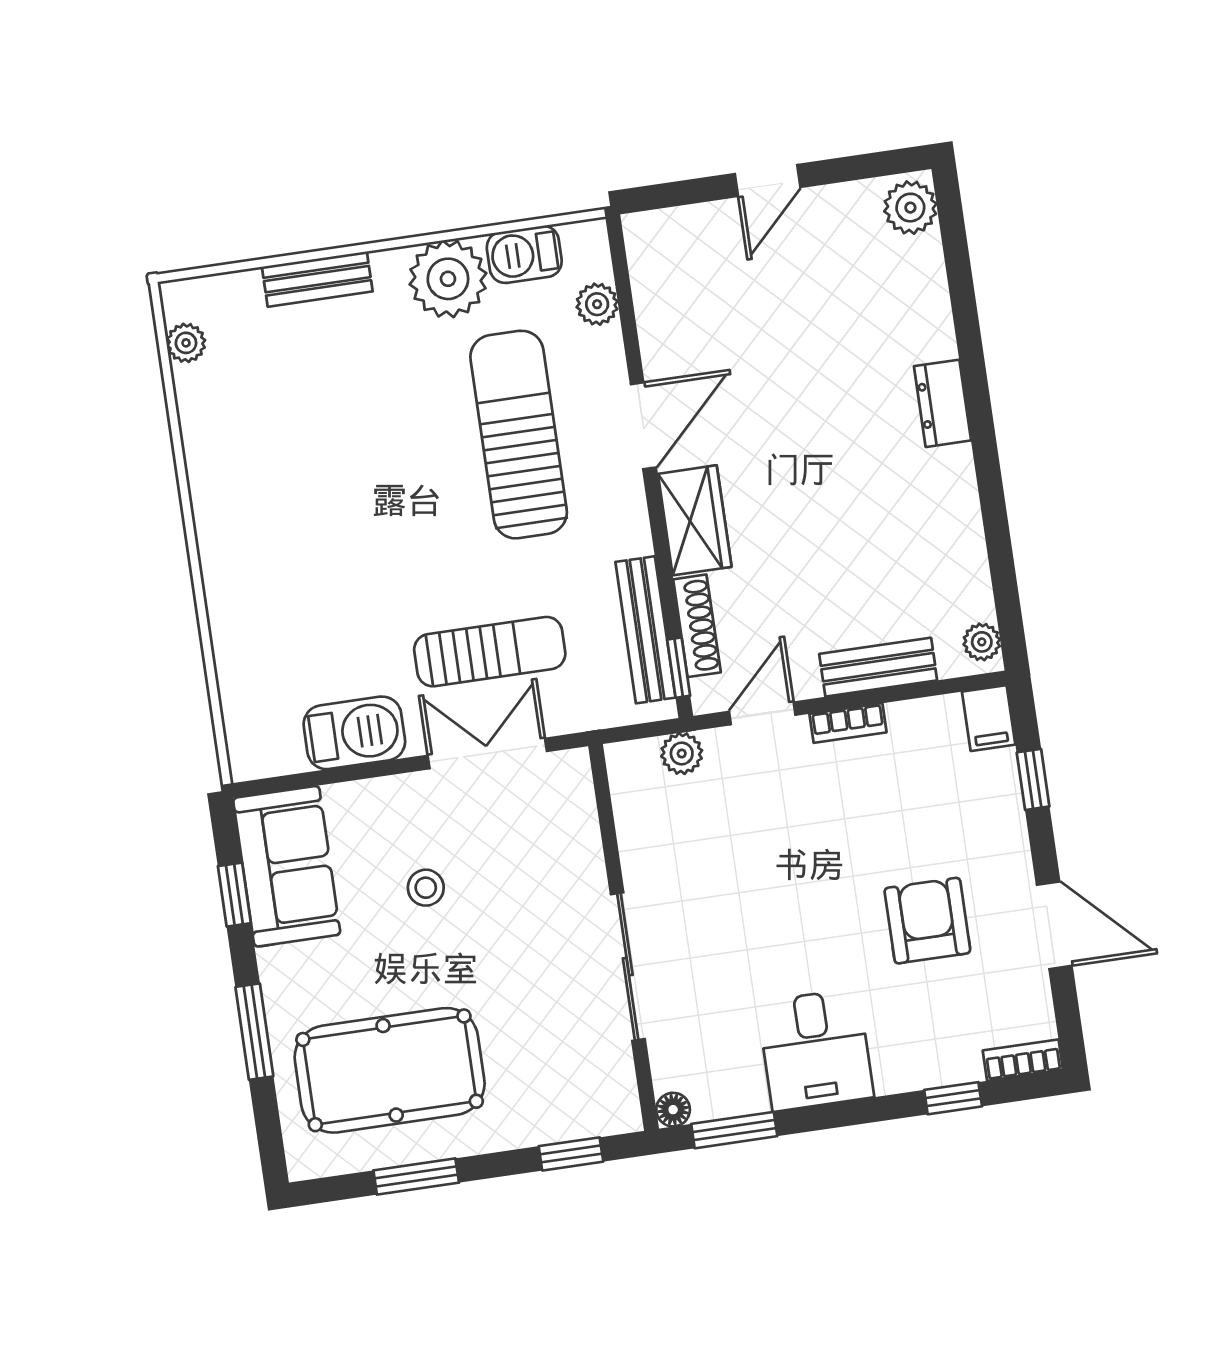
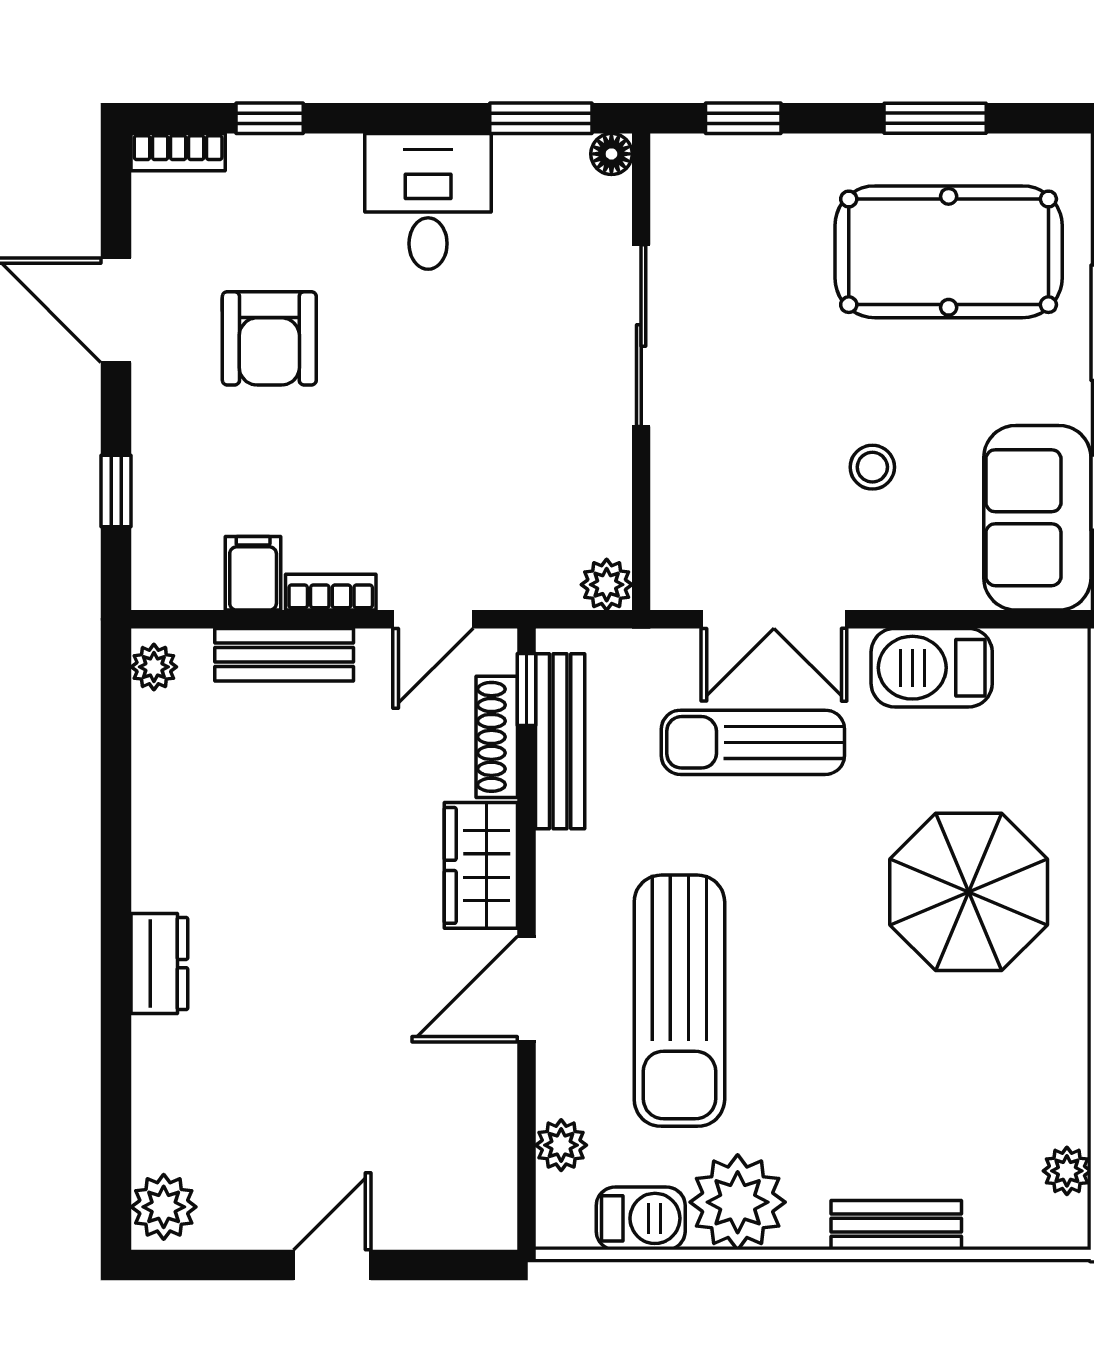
parasol: (298, 556) -> (969, 892), added
filing cabinet: (989, 718) -> (253, 573), moved
plant: (682, 753) -> (607, 585), moved

